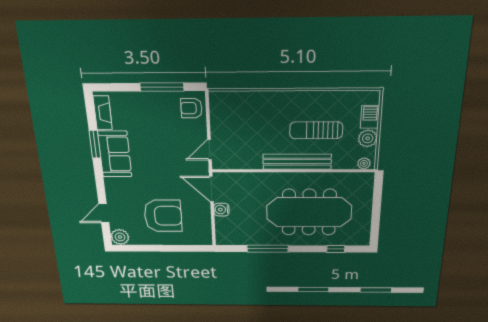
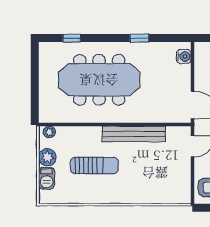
bench: (297, 162) -> (134, 134), moved
water cooler: (221, 210) -> (184, 56), moved
window: (268, 249) -> (139, 38), width x0.46

